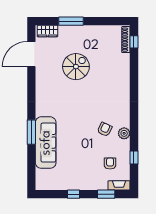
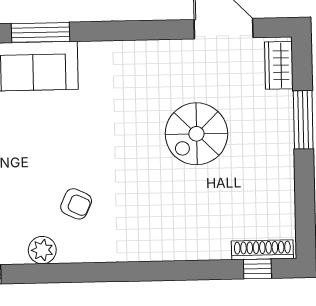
spiral stairs: (76, 67) -> (196, 134), turned 90
armchair: (105, 129) -> (76, 204), moved

